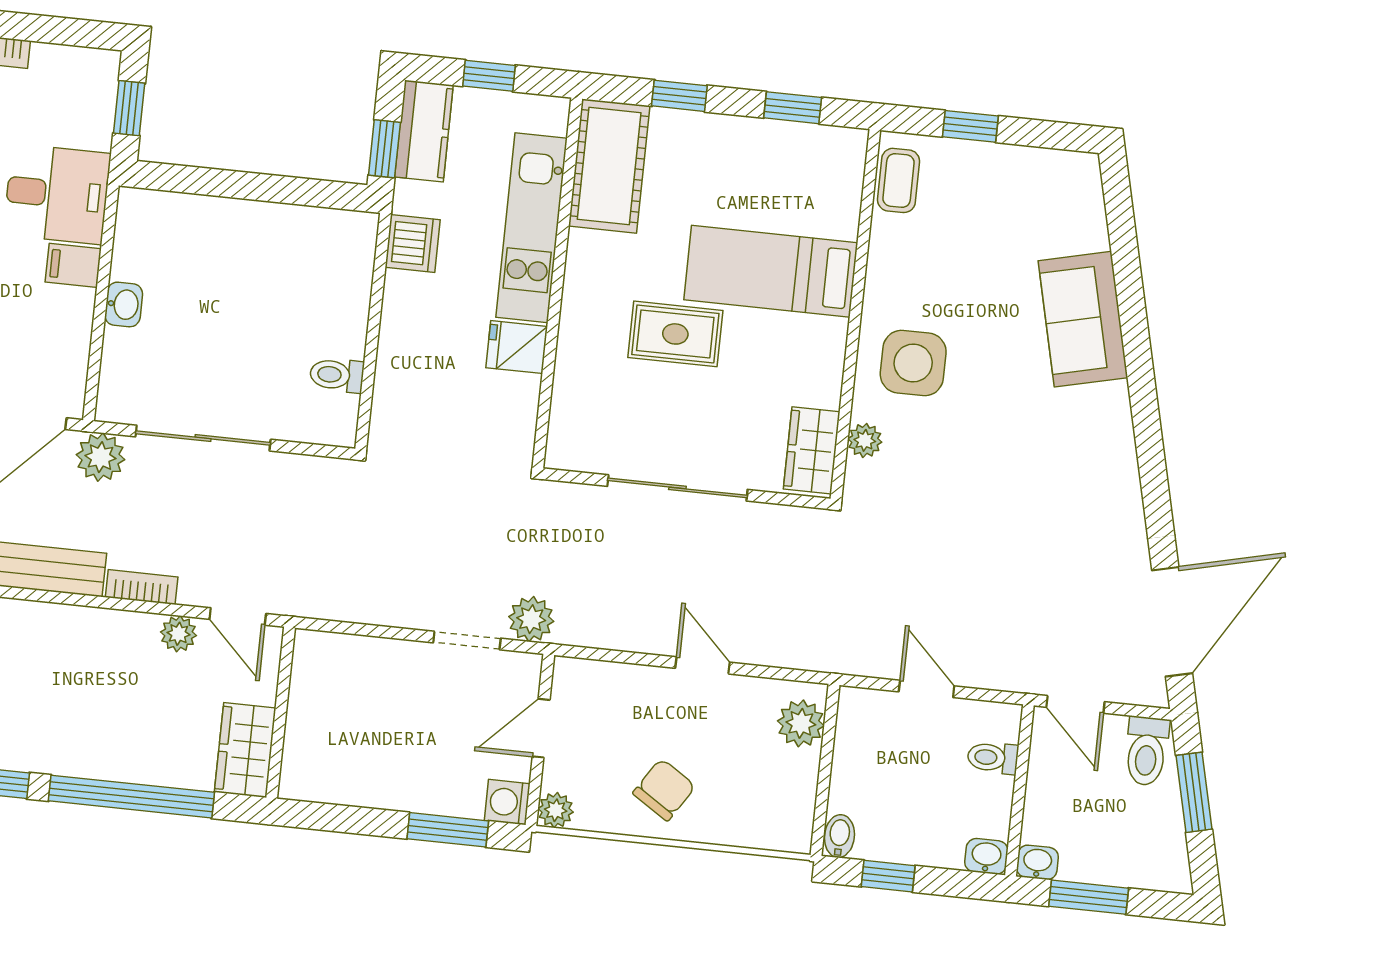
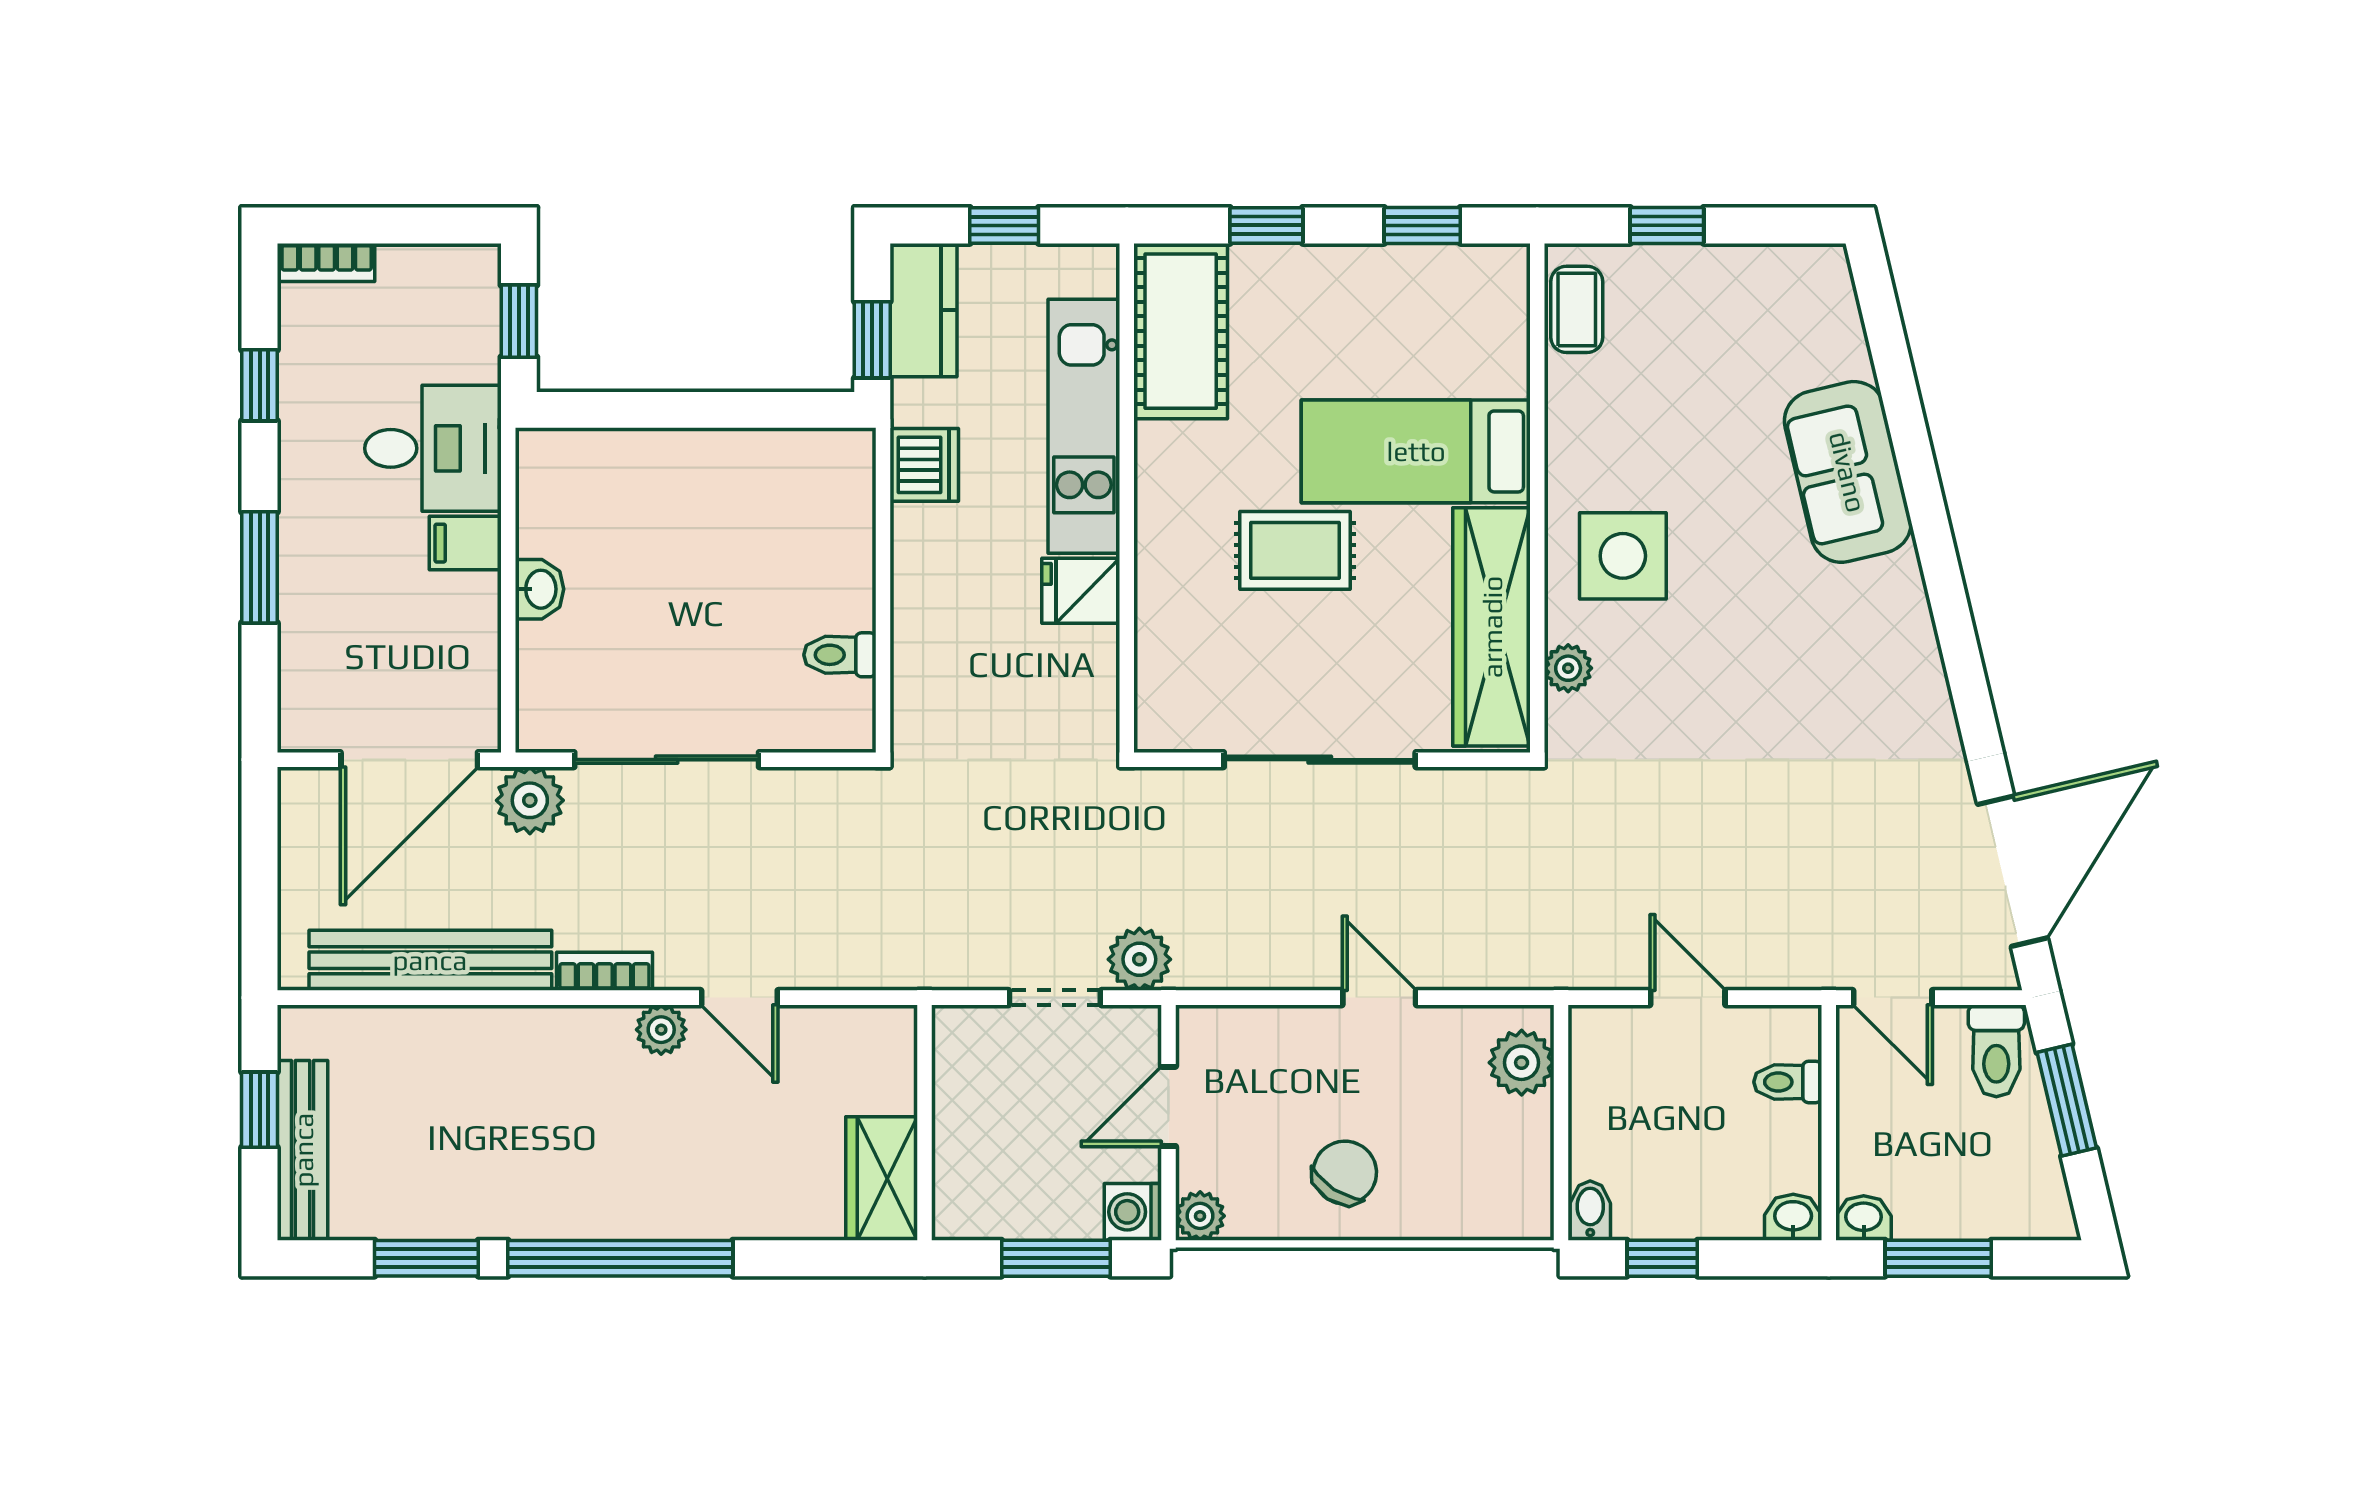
wardrobe: (812, 450) -> (1492, 627), width x2.10, depth x1.17
wall: (281, 713) -> (925, 1123), moved
wardrobe: (245, 750) -> (882, 1179), moved

